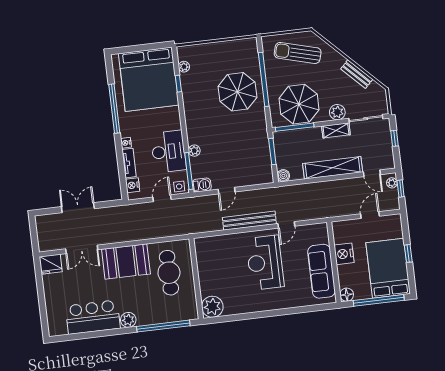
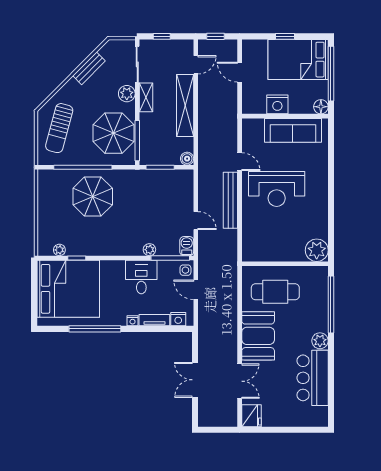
desk: (168, 152) -> (141, 277), width x0.73
plant: (392, 183) -> (208, 45), removed

